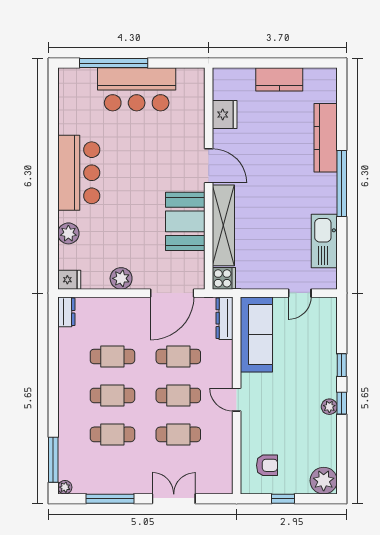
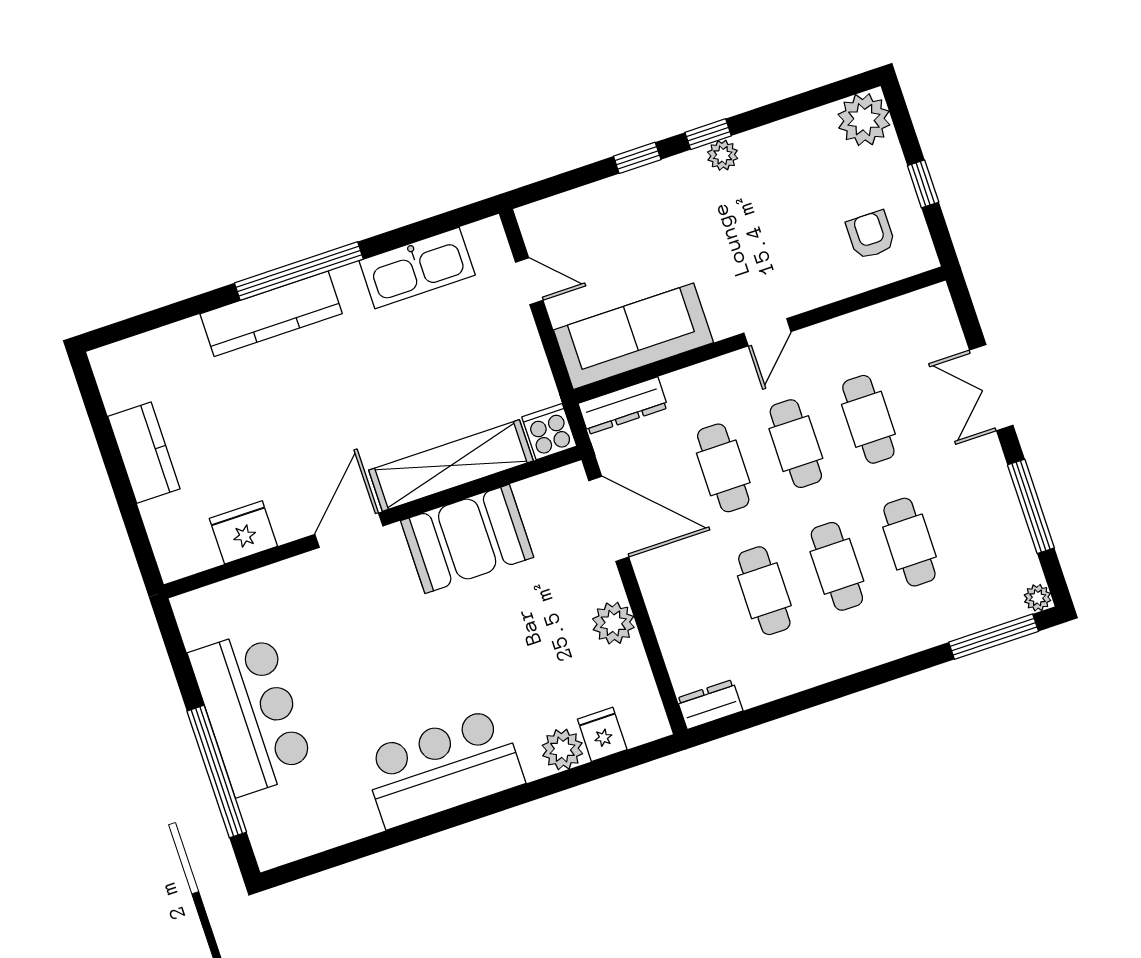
kitchen counter: (326, 138) -> (271, 314), moved
fridge: (69, 280) -> (602, 734), moved

